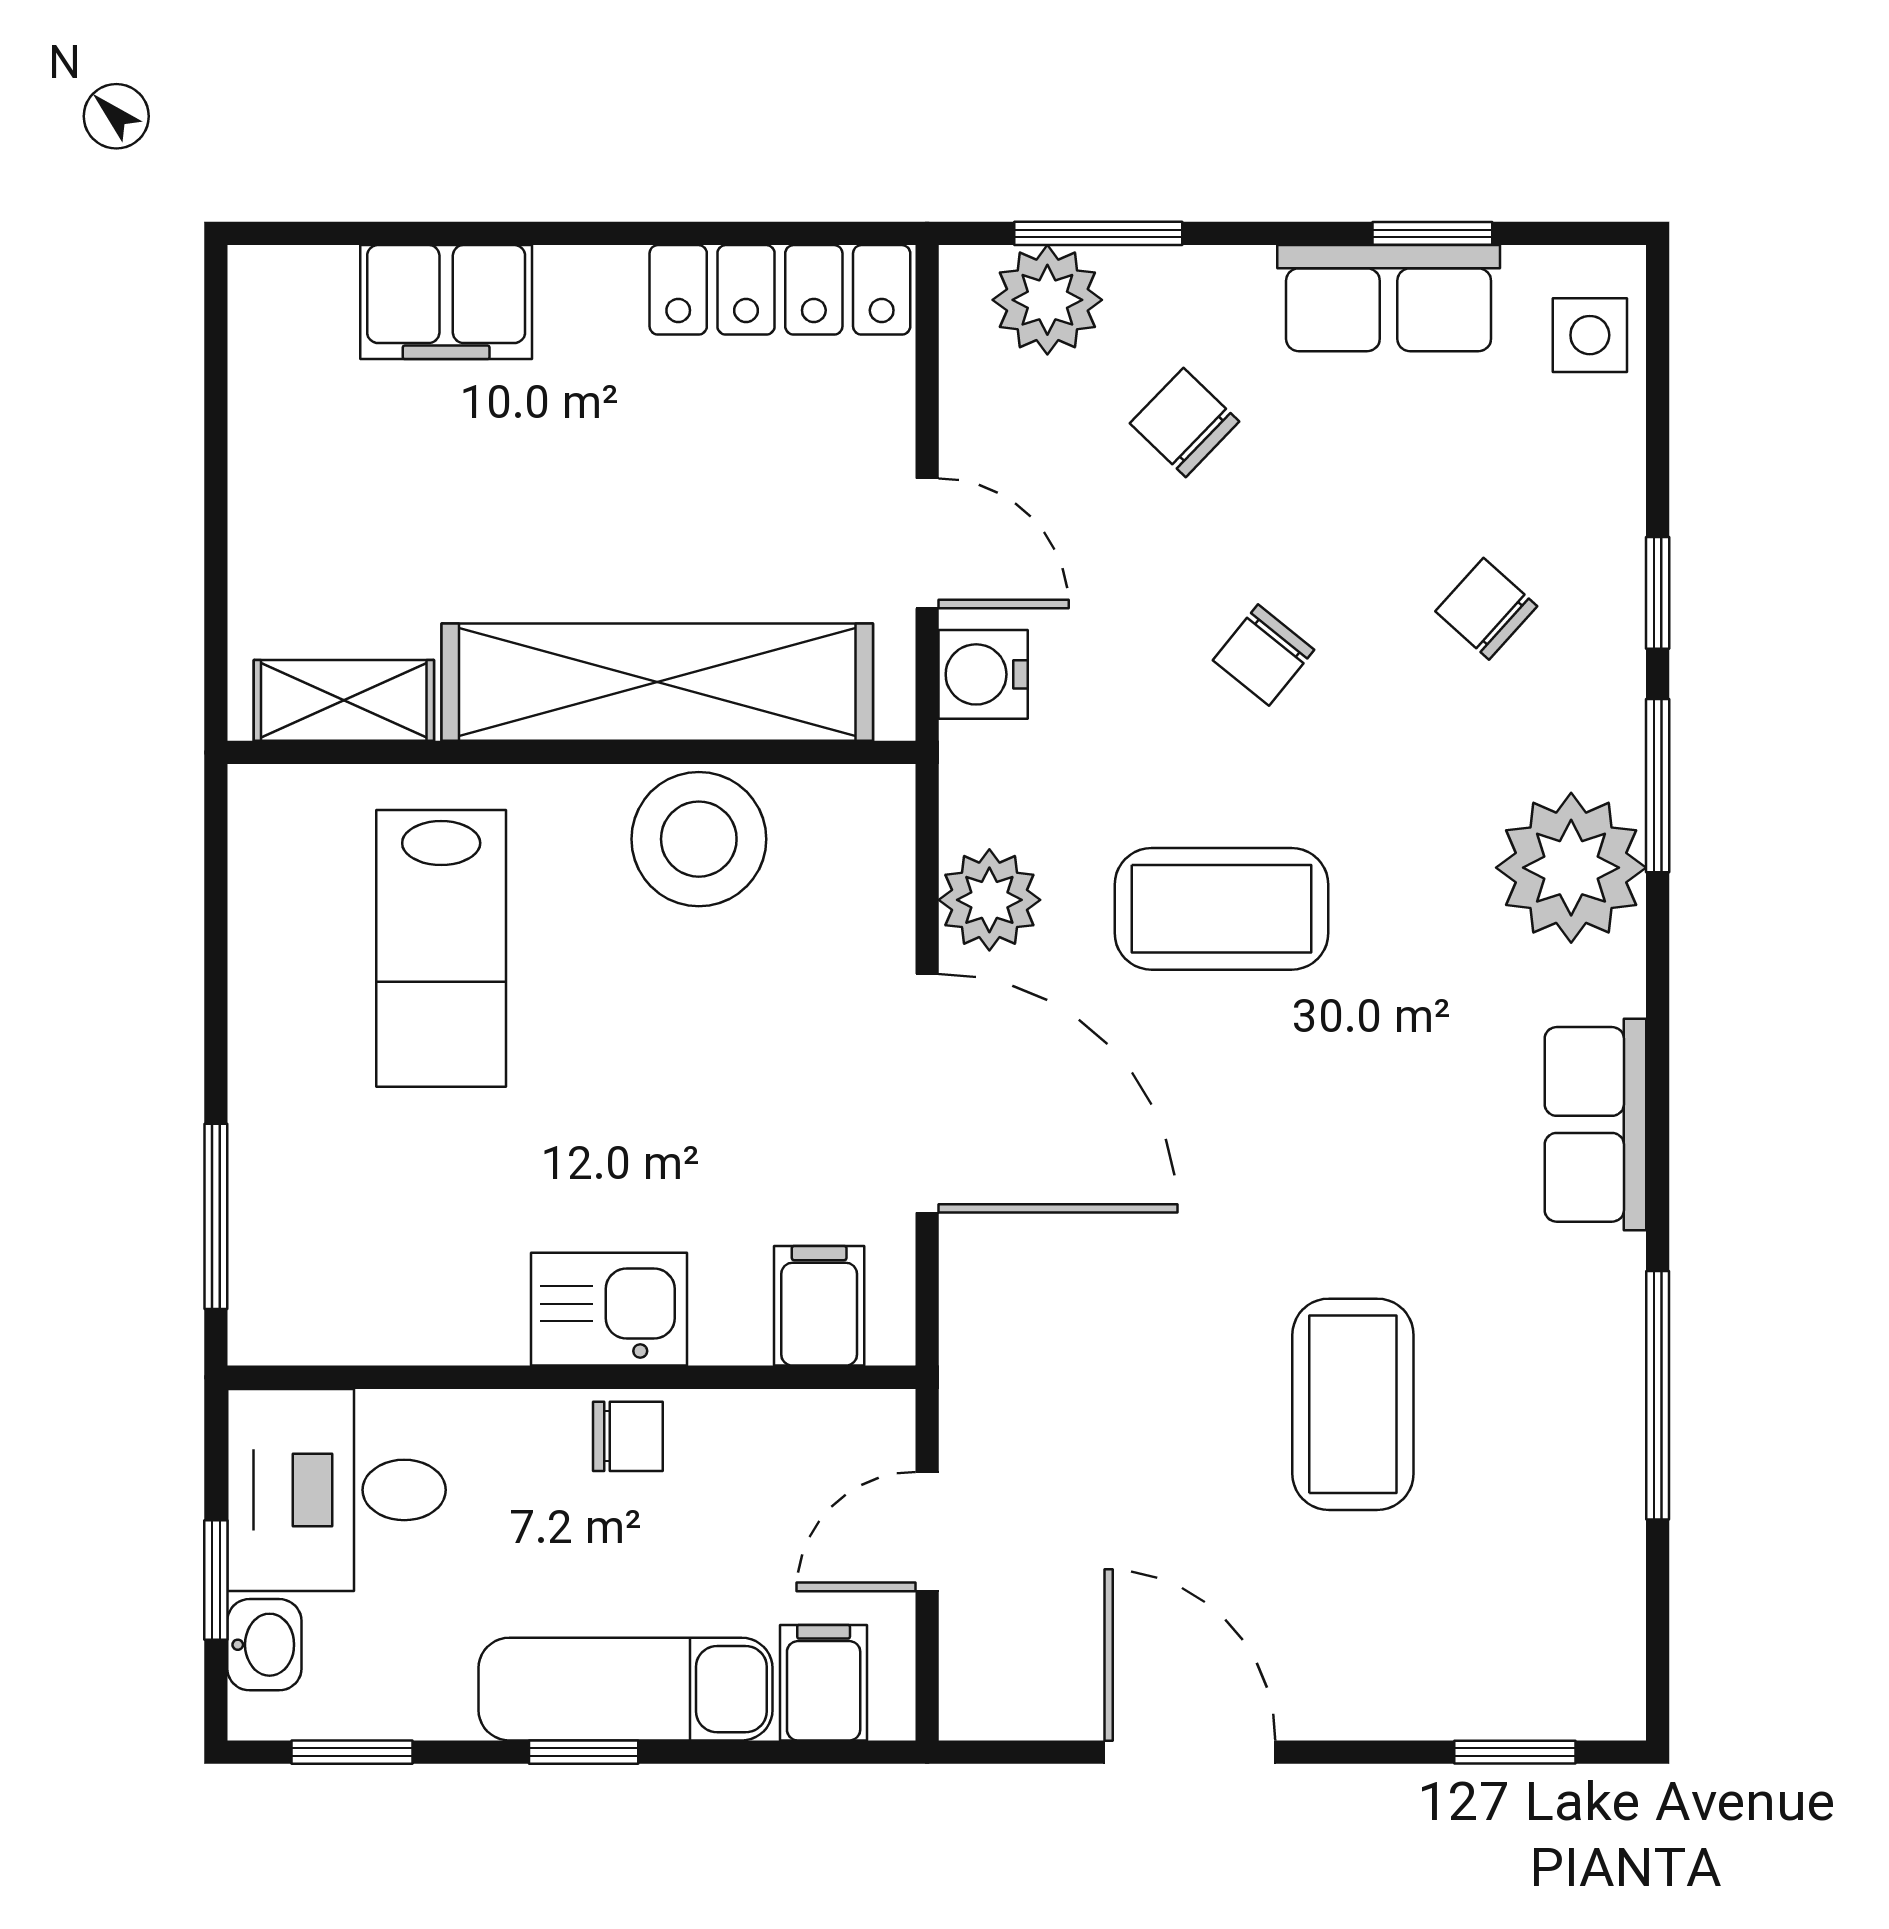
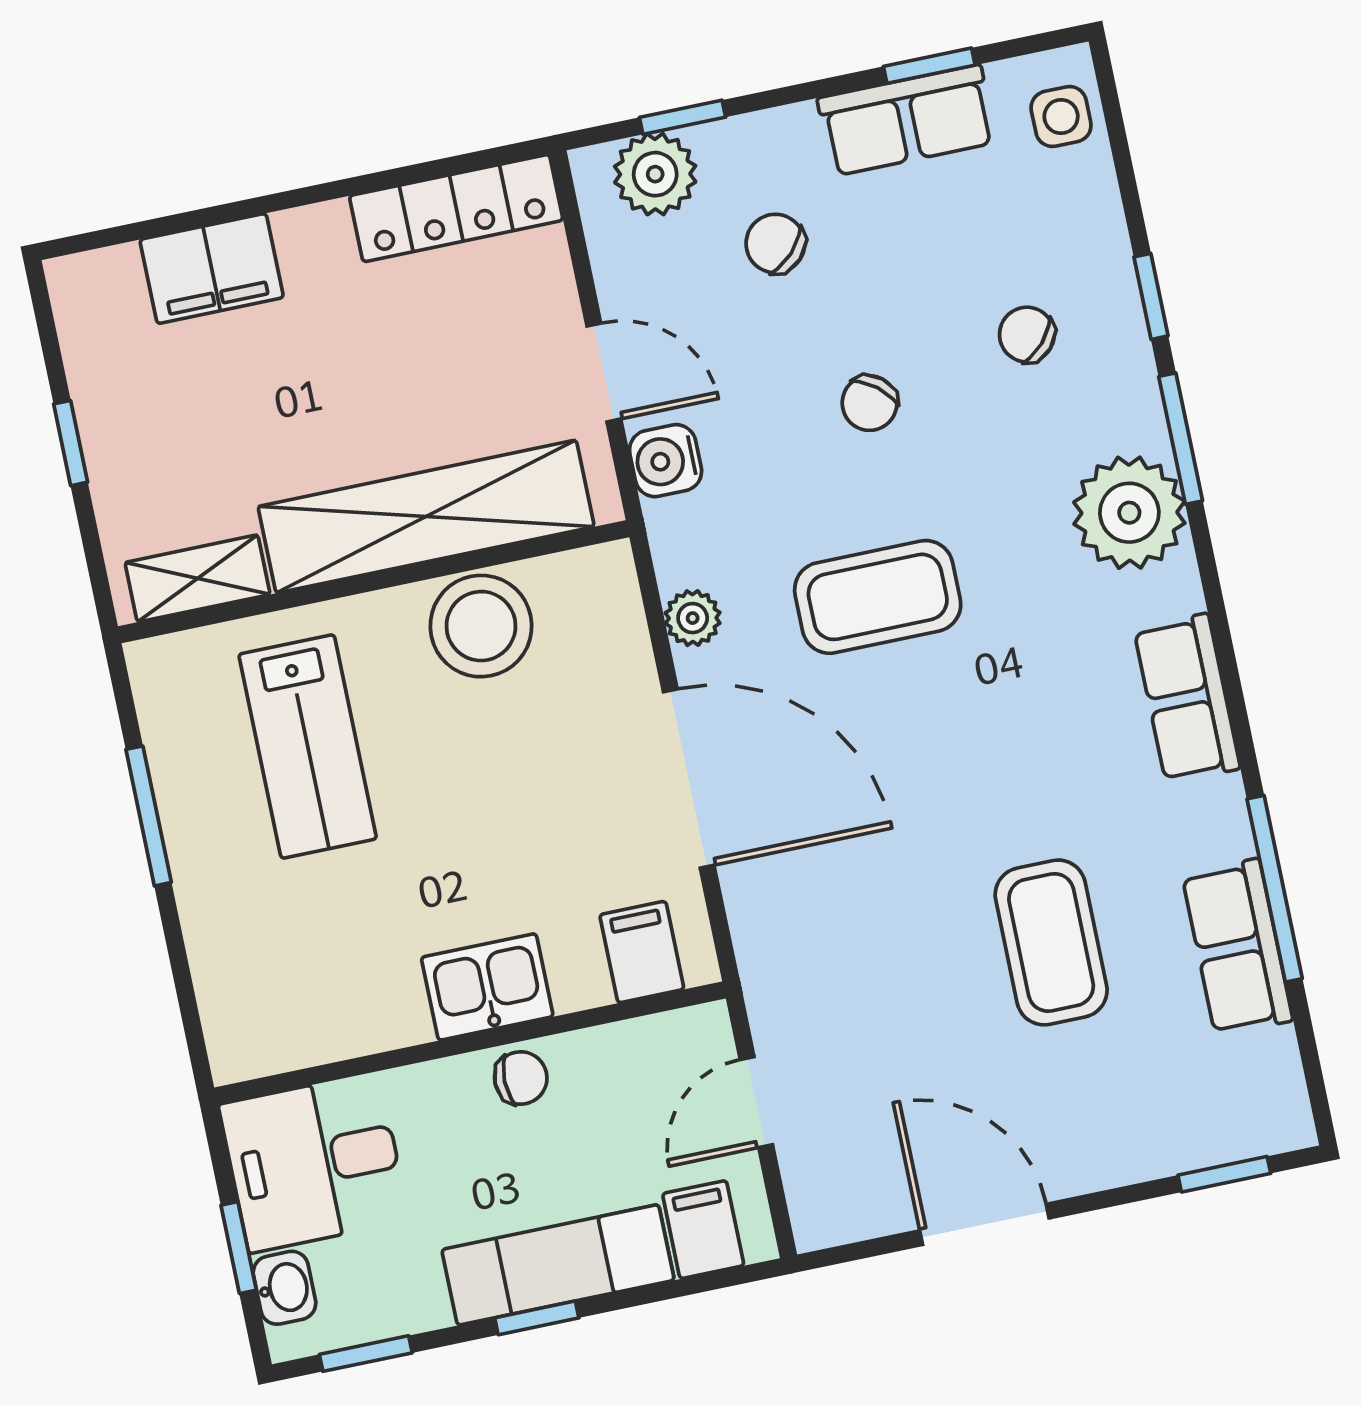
window: (1098, 233) -> (683, 117), width x0.67
window: (216, 490) -> (71, 443), added
plant: (989, 900) -> (693, 618), width x0.73, depth x0.73
window: (216, 1216) -> (149, 816), moved
row of seats: (1593, 1461) -> (1237, 947), added

